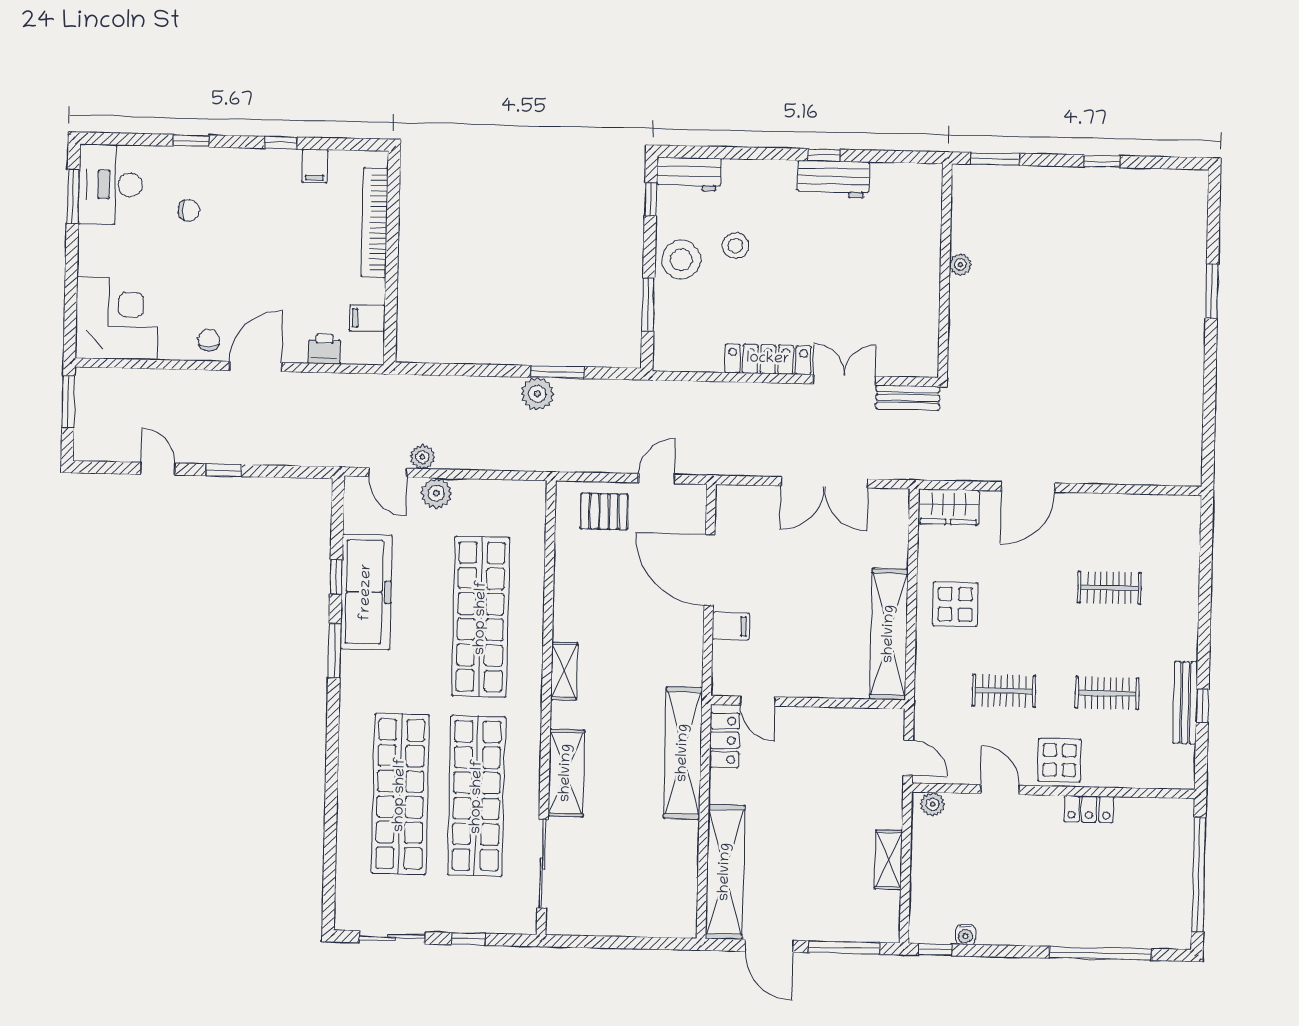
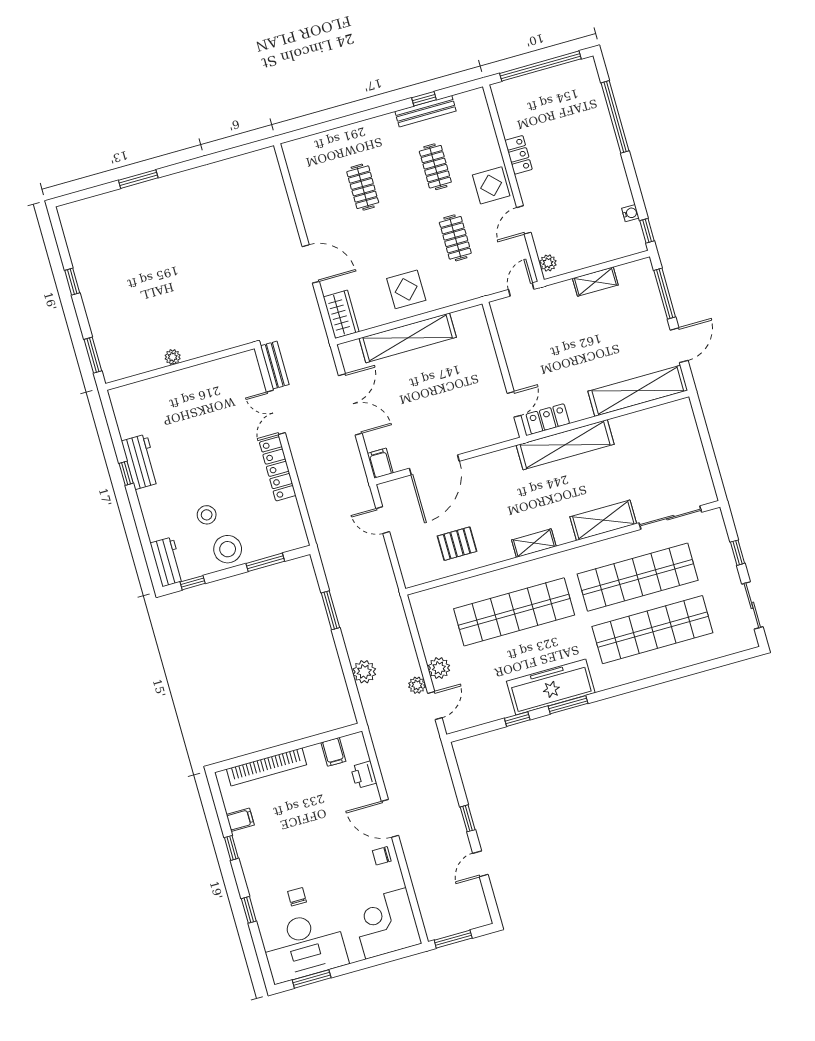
desk: (111, 185) -> (304, 946), width x1.36, depth x1.30
plant: (537, 394) -> (364, 672), moved
pallet: (604, 512) -> (457, 544), moved, turned 90
freezer: (366, 592) -> (551, 687), moved
filing cabinet: (731, 626) -> (380, 463), moved
shelving: (889, 634) -> (408, 338), moved

